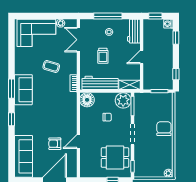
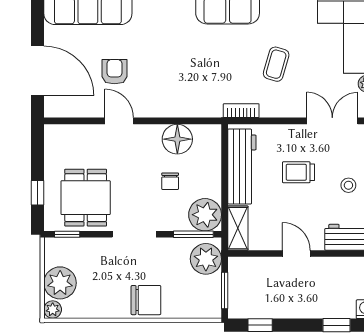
floor lamp: (87, 100) -> (177, 139), moved
plant: (144, 100) -> (206, 259), added
plant: (156, 170) -> (60, 283), added

